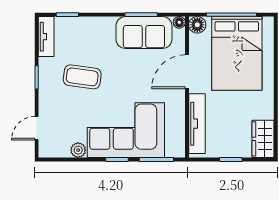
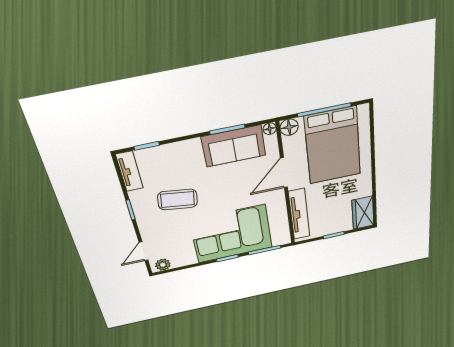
plant: (78, 150) -> (163, 265), moved

